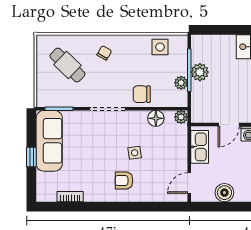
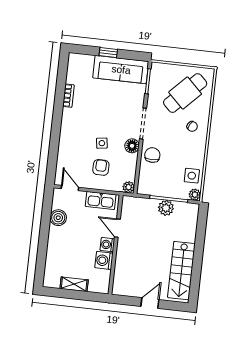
cafe table: (68, 65) -> (185, 93), width x1.37, depth x1.35
plant: (181, 83) -> (195, 195), moved
floor lamp: (156, 118) -> (132, 146), moved
armchair: (124, 180) -> (101, 167), moved
bookcase: (70, 197) -> (68, 96), moved

